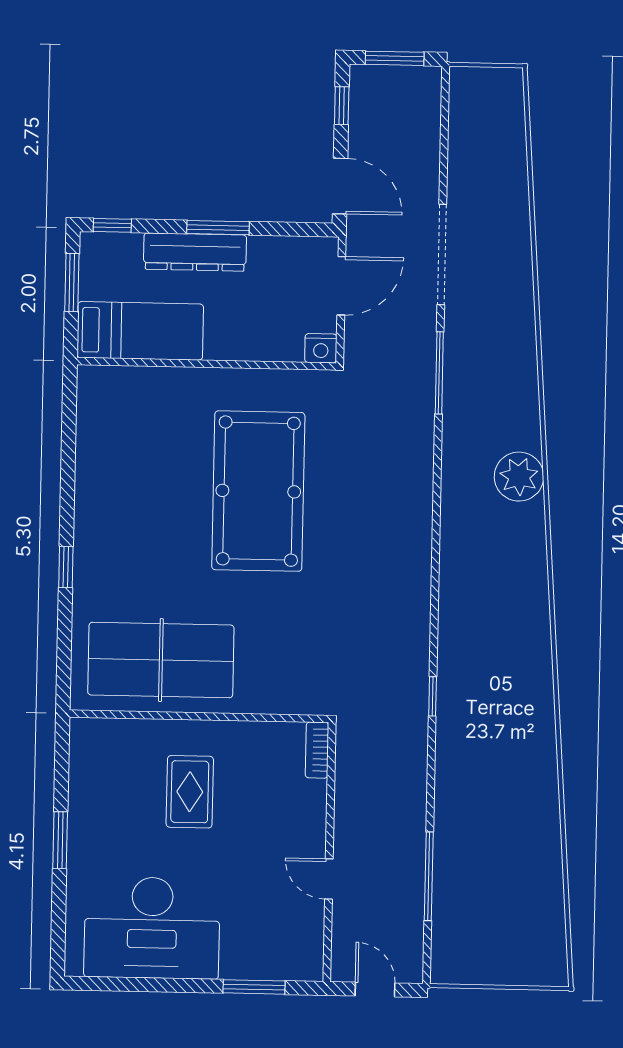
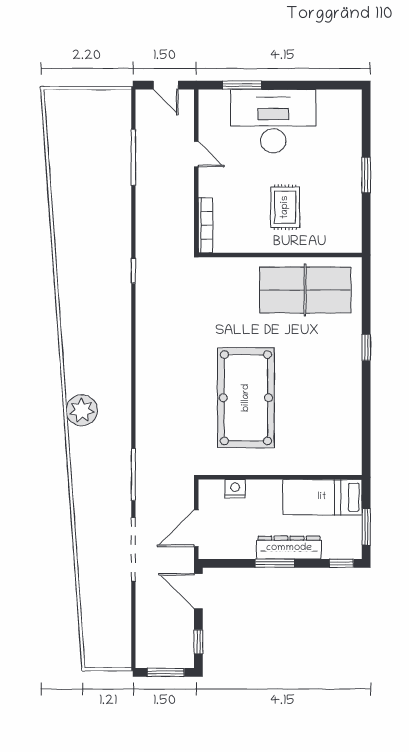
nightstand: (321, 348) -> (235, 489), moved
bookcase: (317, 750) -> (205, 225), width x1.56
desk: (152, 928) -> (273, 121), moved

